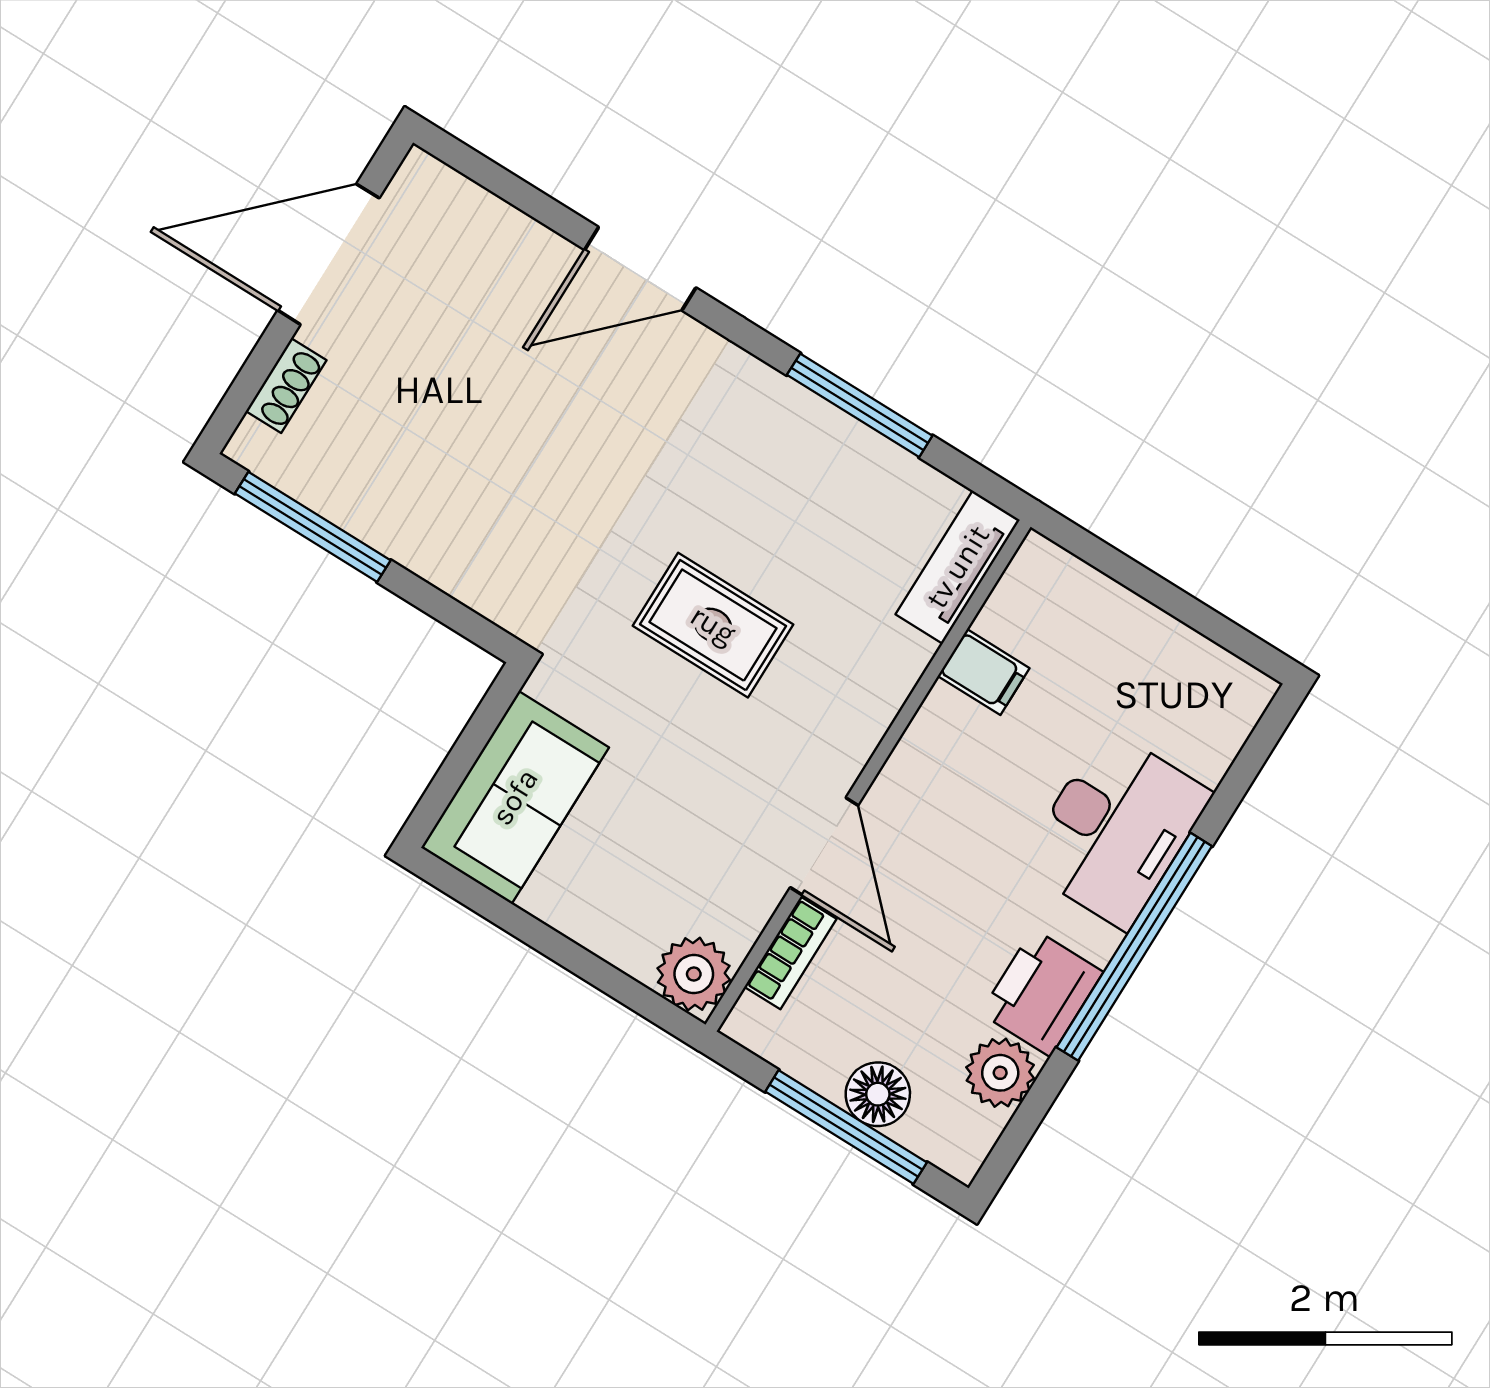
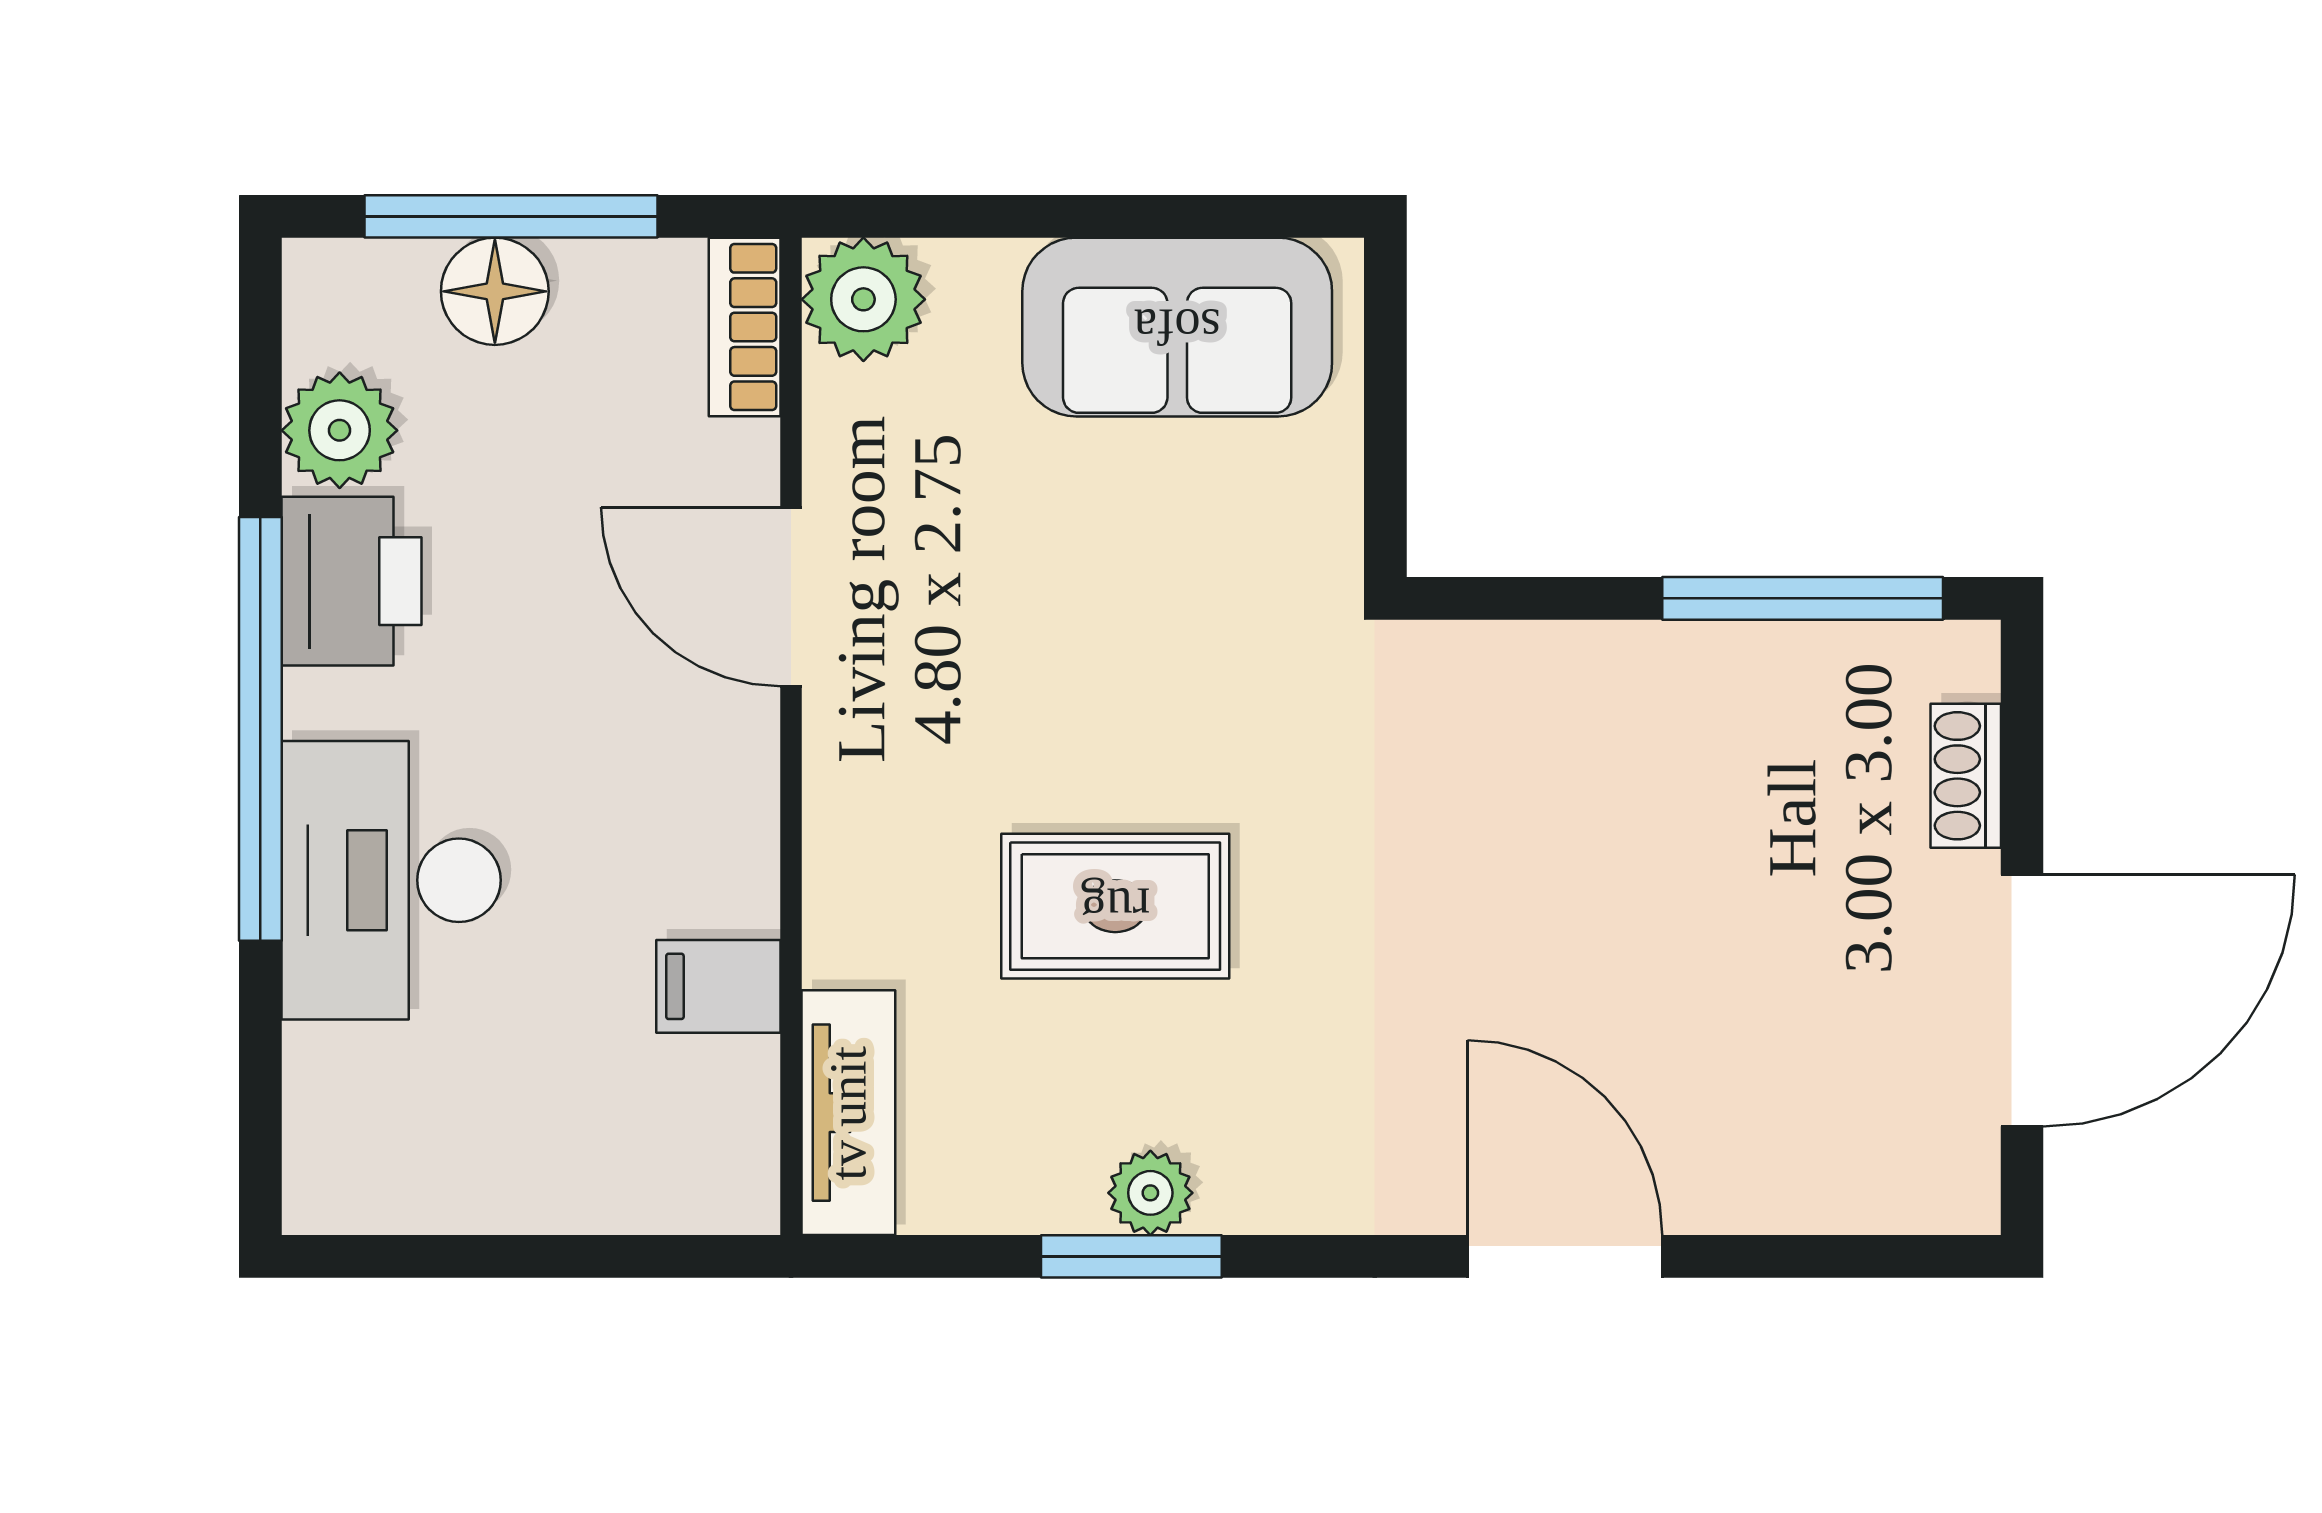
door: (640, 269) -> (1565, 1256), hinge flipped
window: (860, 405) -> (1131, 1256), width x0.69
plant: (830, 431) -> (1150, 1193), added
rug: (713, 625) -> (1115, 906), moved
sofa: (515, 797) -> (1177, 327), moved, turned -90
bookcase: (790, 953) -> (745, 327), moved

